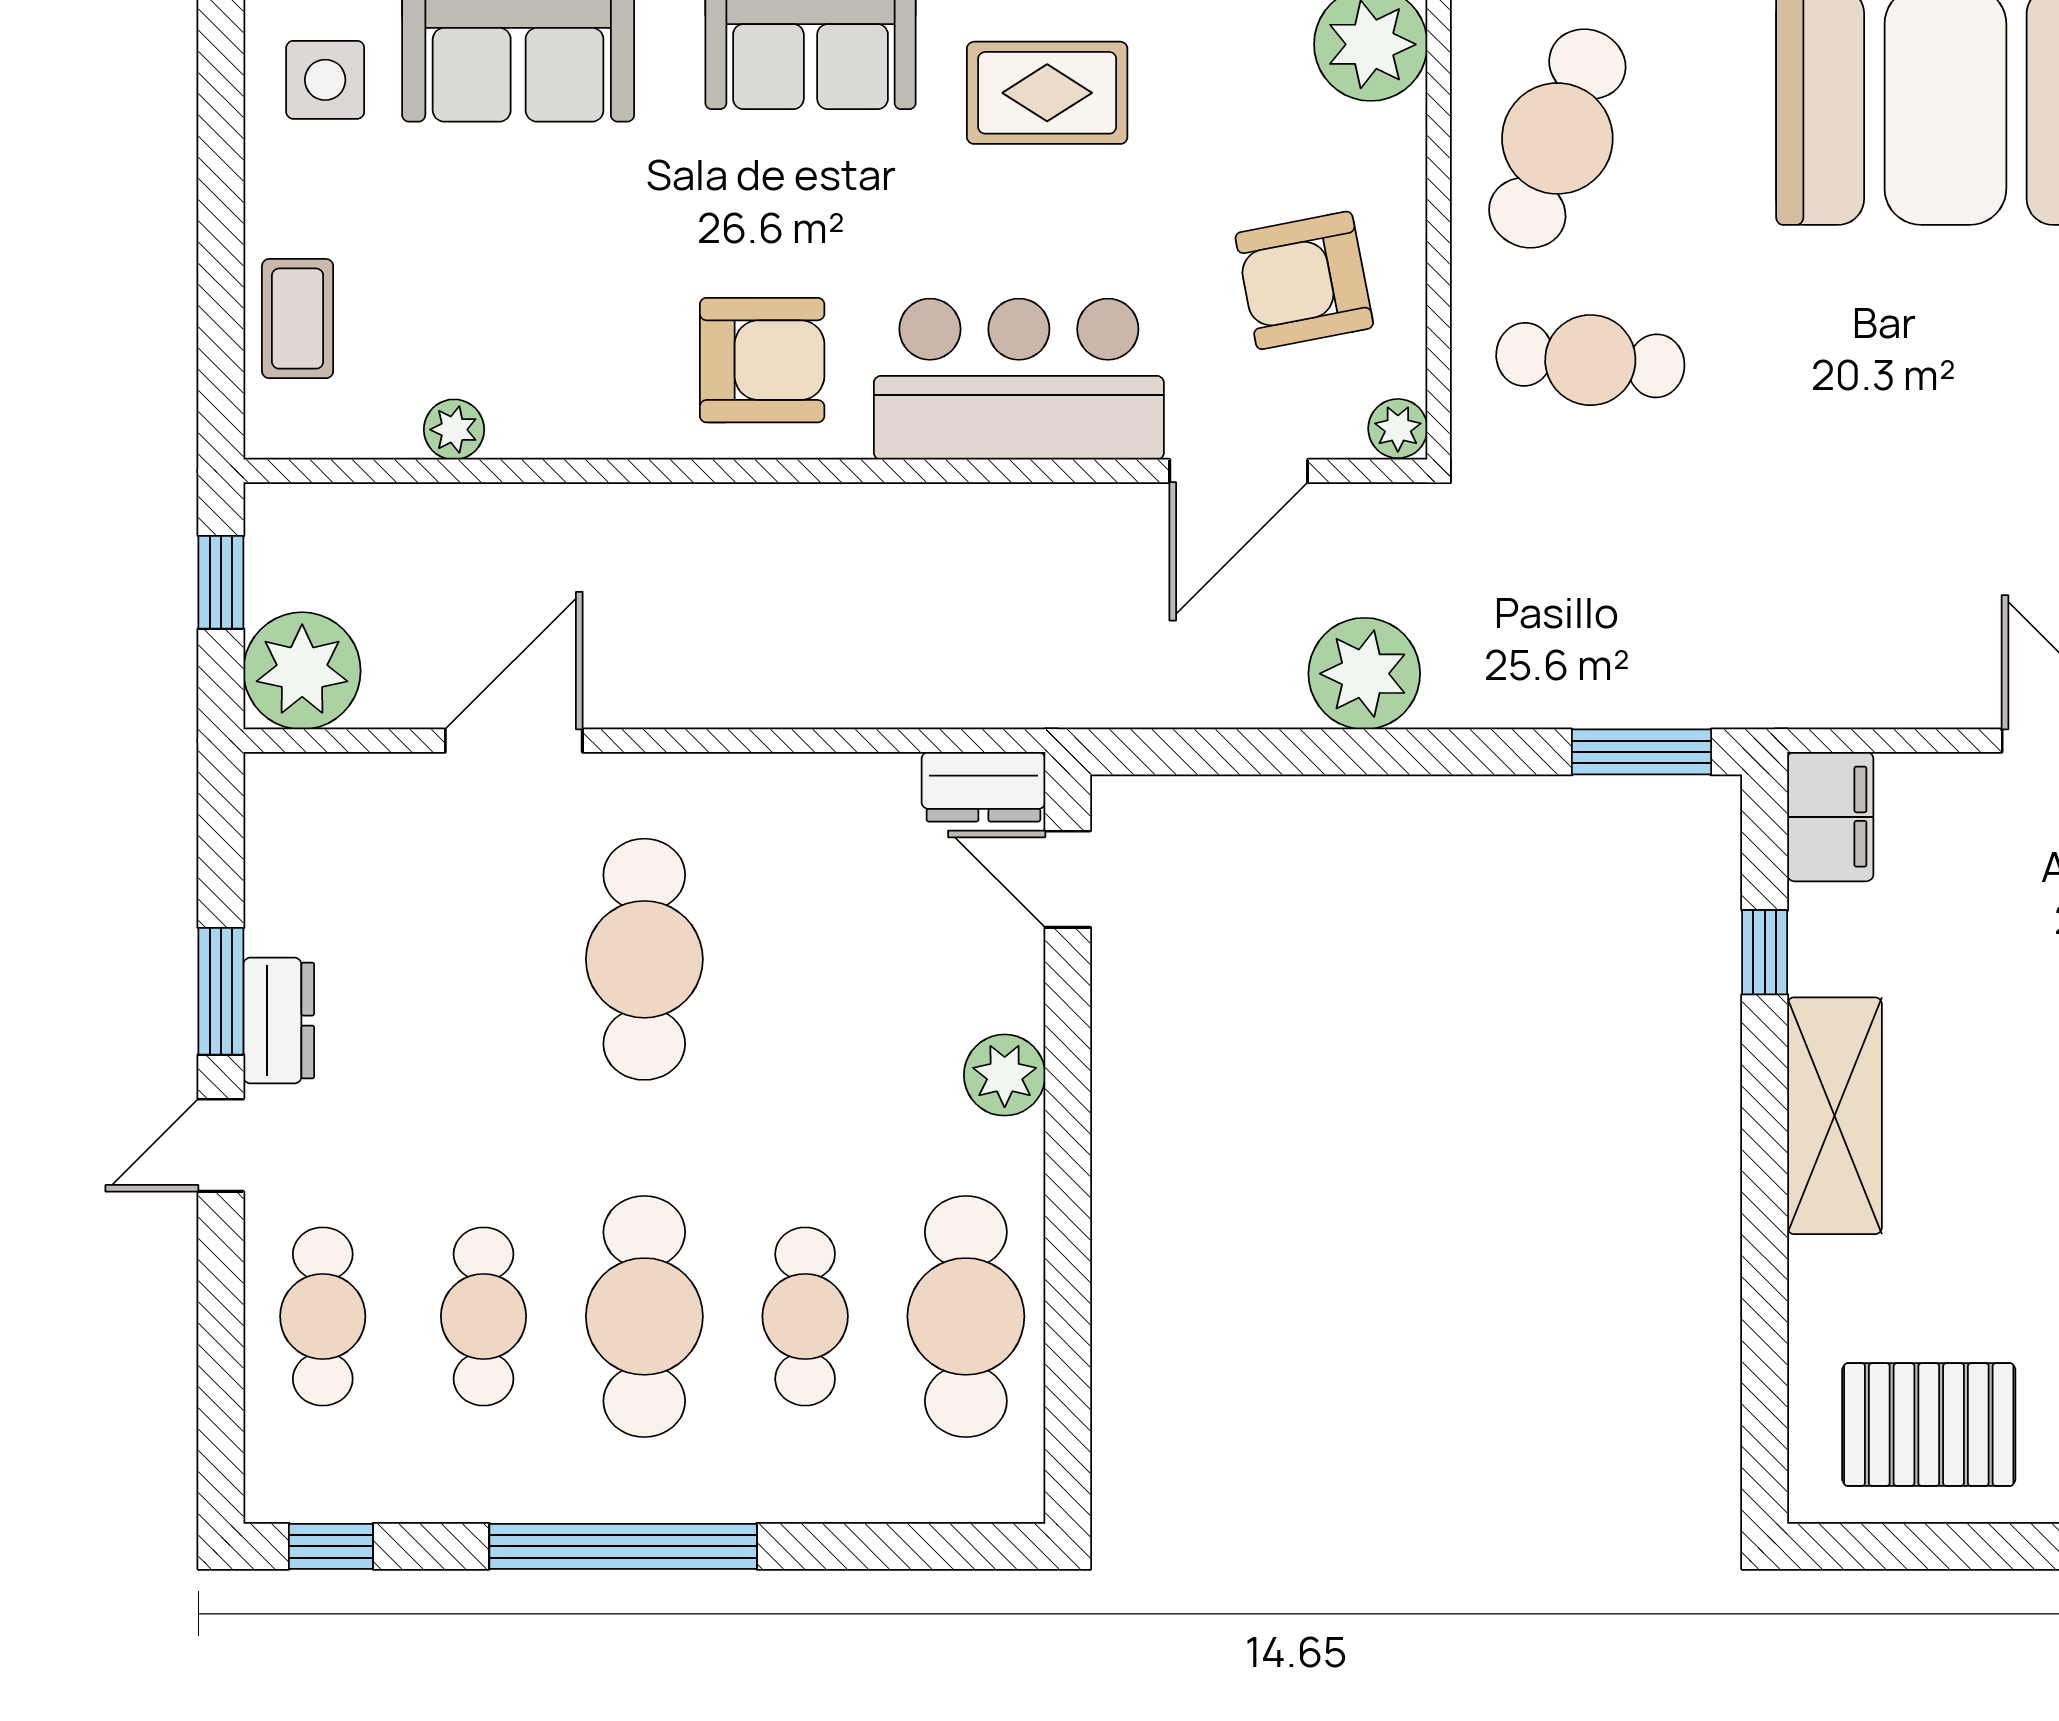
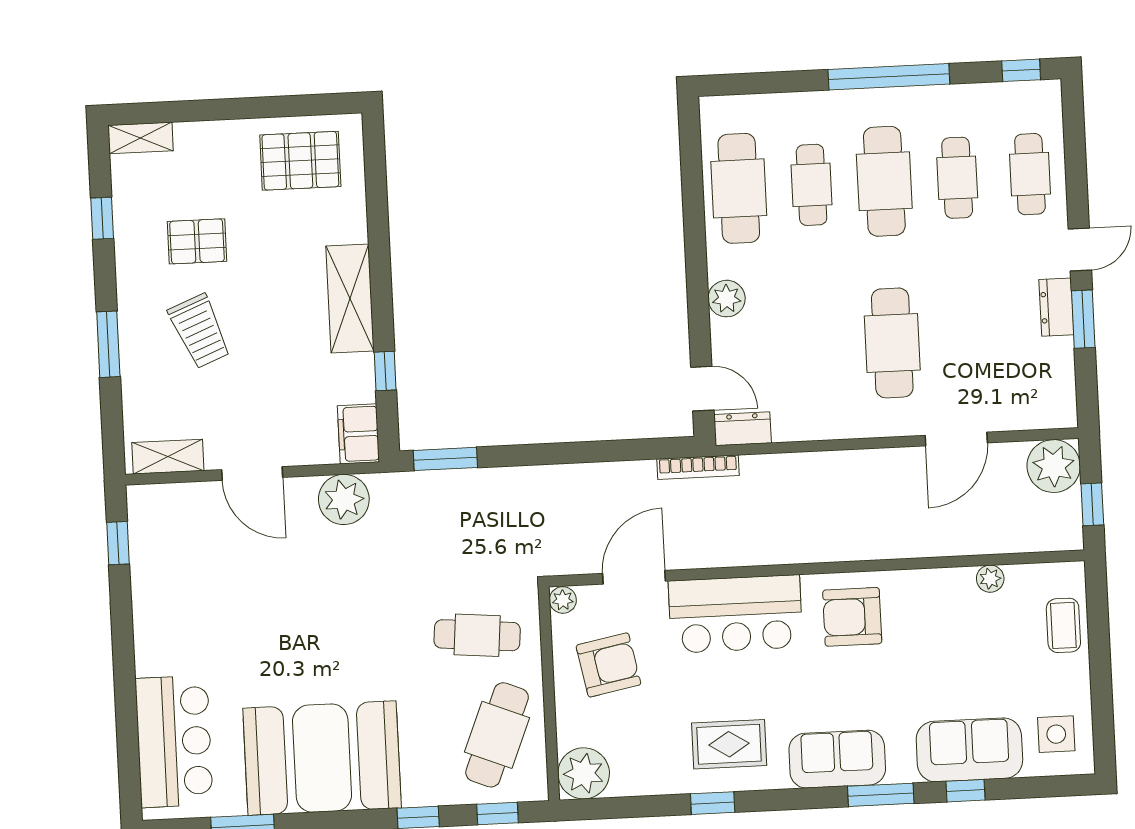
plant: (1364, 674) -> (344, 499), moved
bookcase: (1086, 707) -> (698, 467), added

